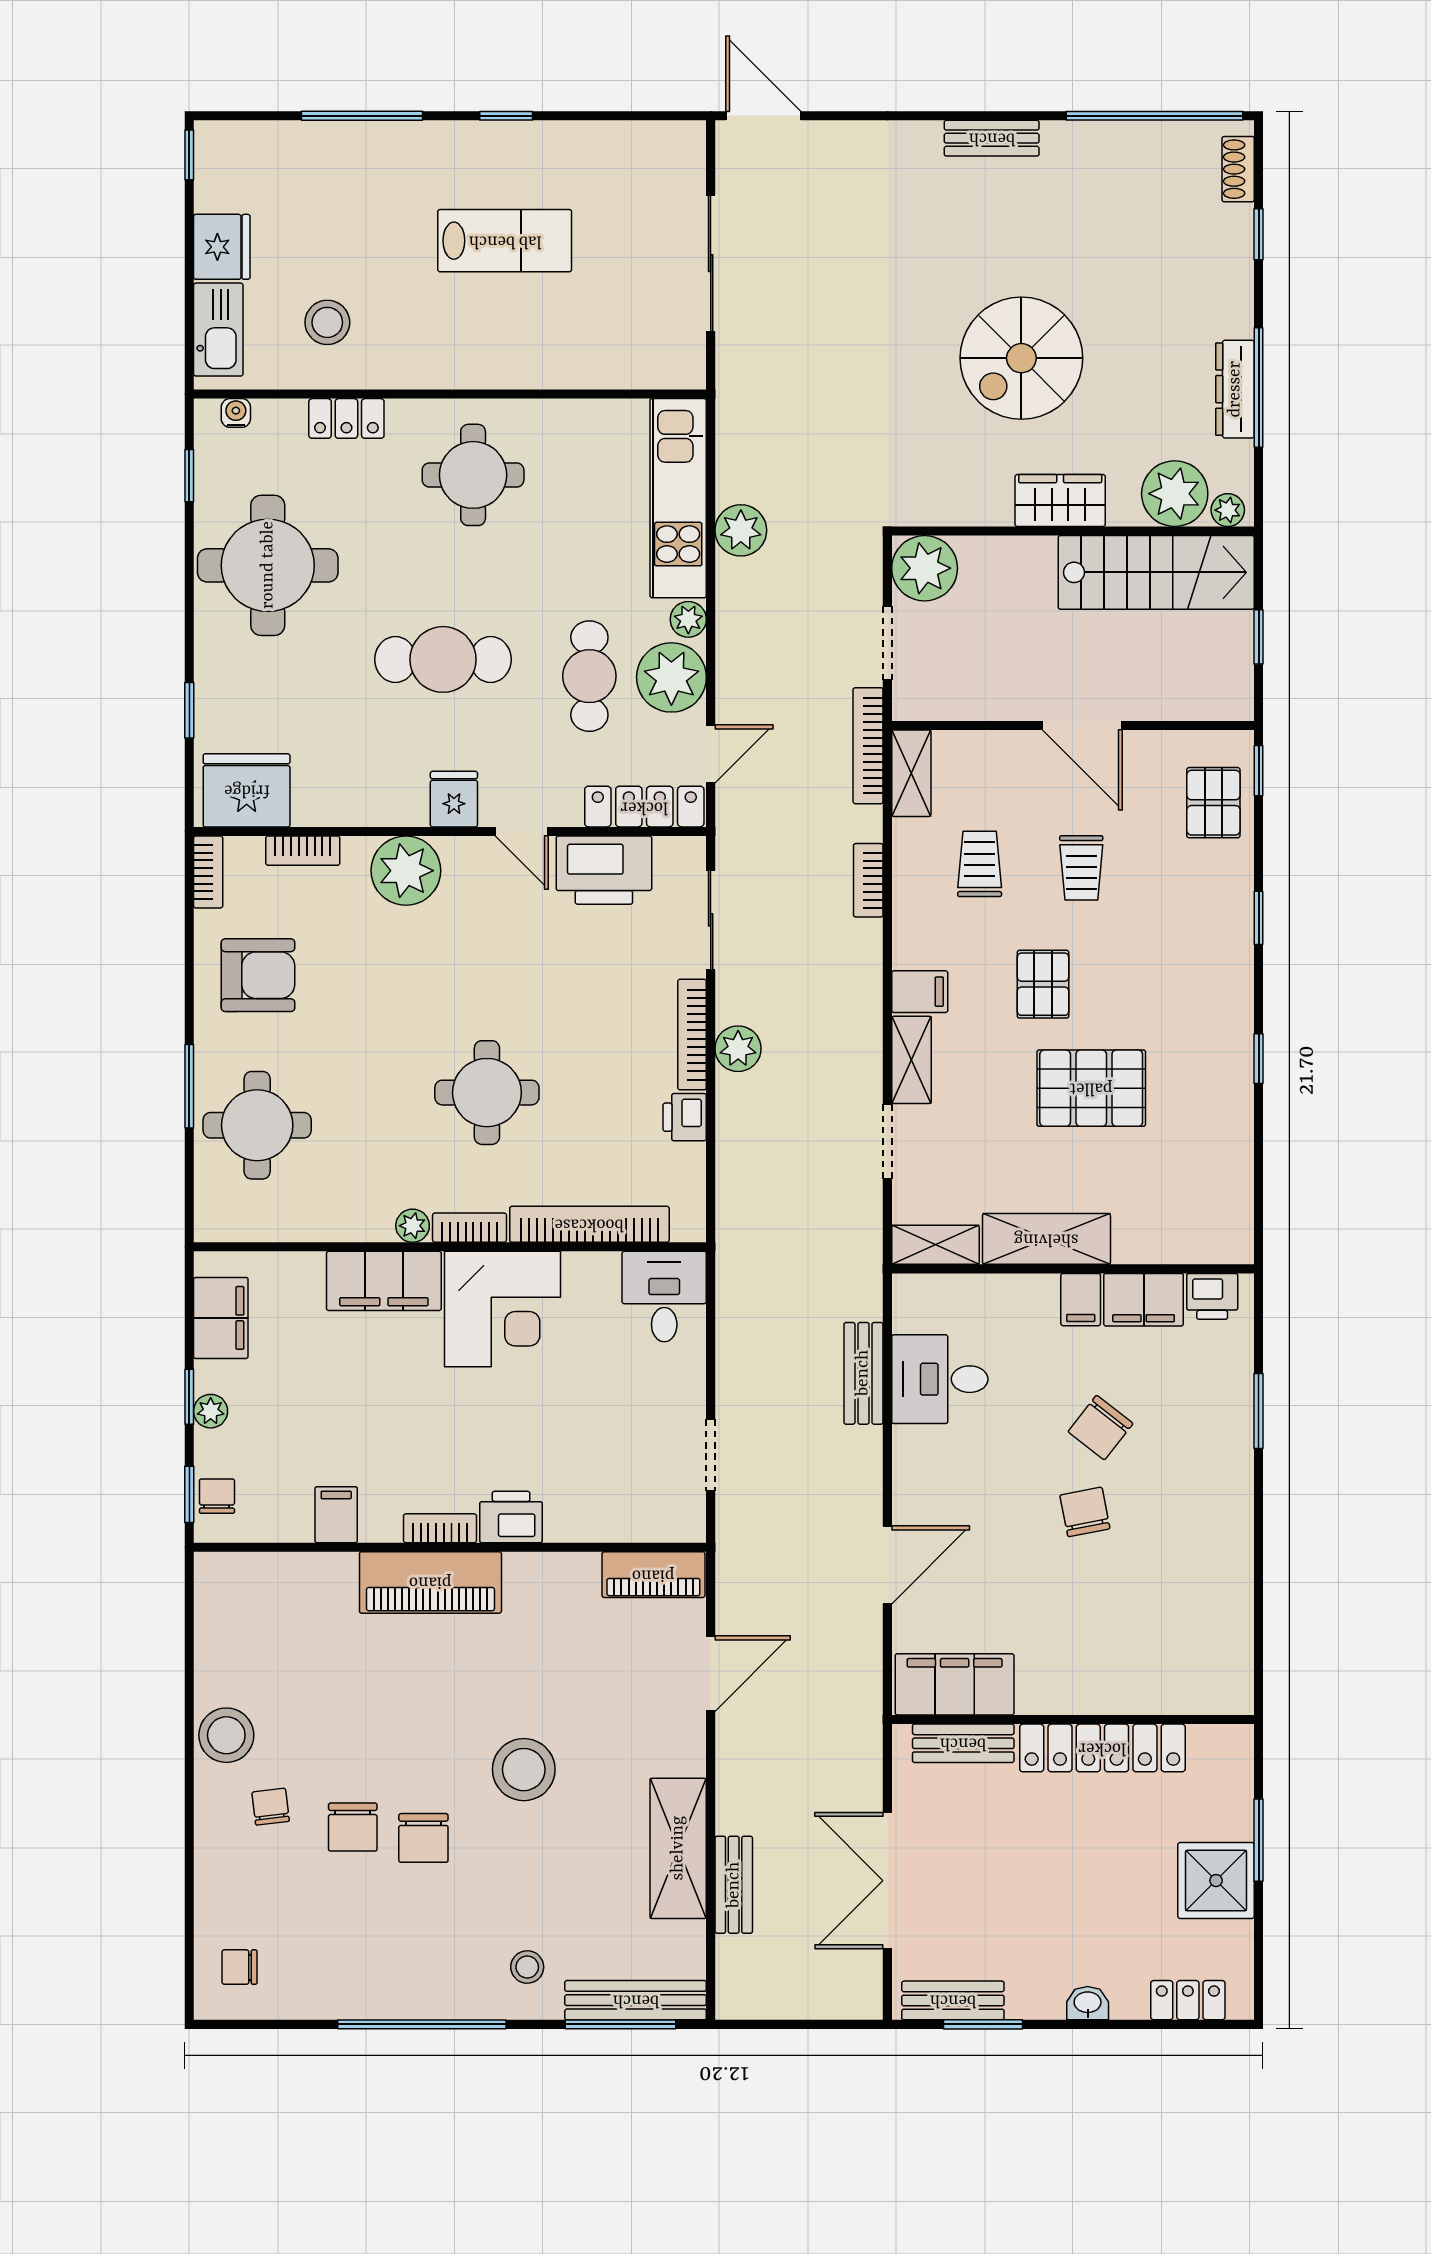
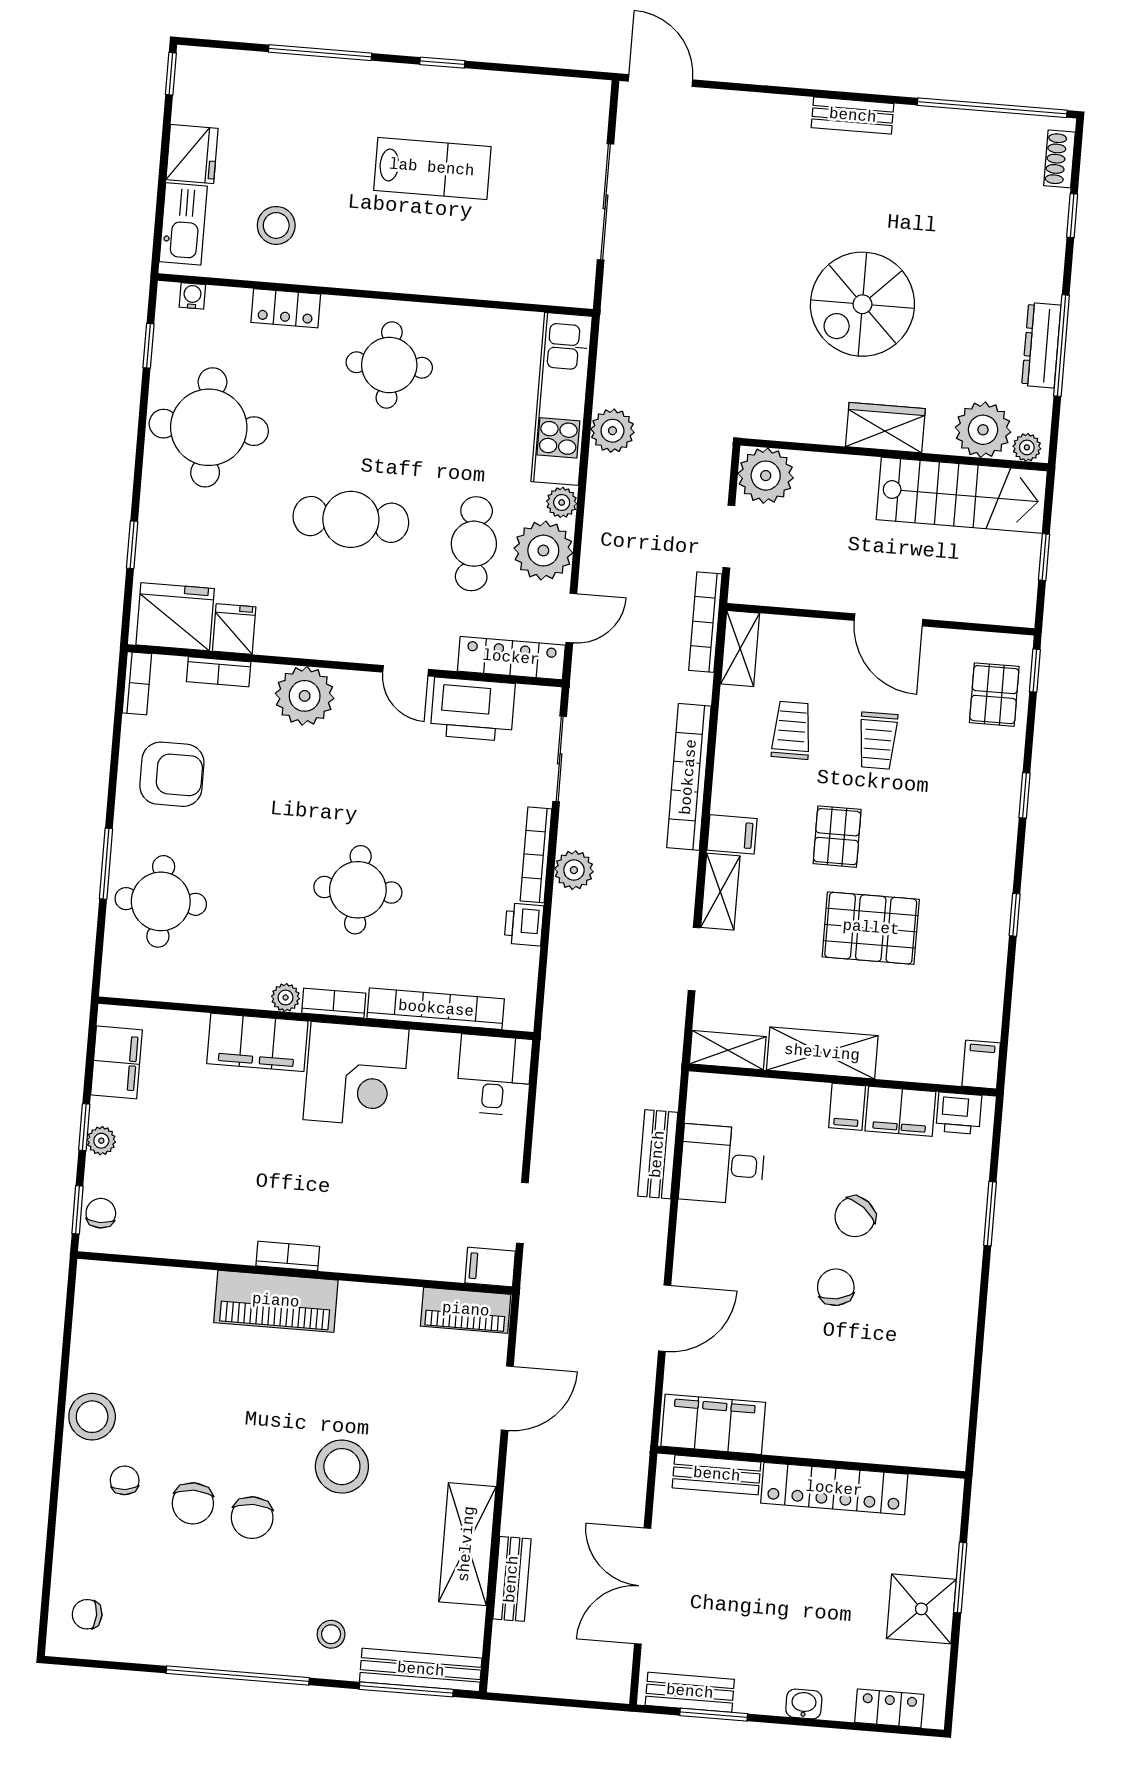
fridge: (454, 799) -> (234, 629), moved
bookcase: (868, 880) -> (689, 777), width x2.31, depth x1.31
filing cabinet: (1234, 1237) -> (981, 1065), added
filing cabinet: (336, 1515) -> (490, 1267), moved, turned -90
printer: (511, 1517) -> (349, 1251), removed

